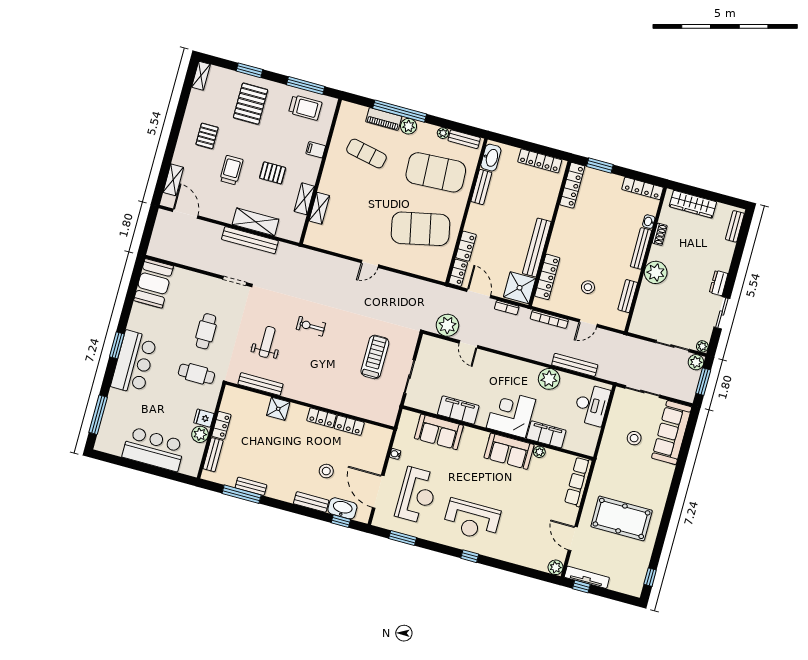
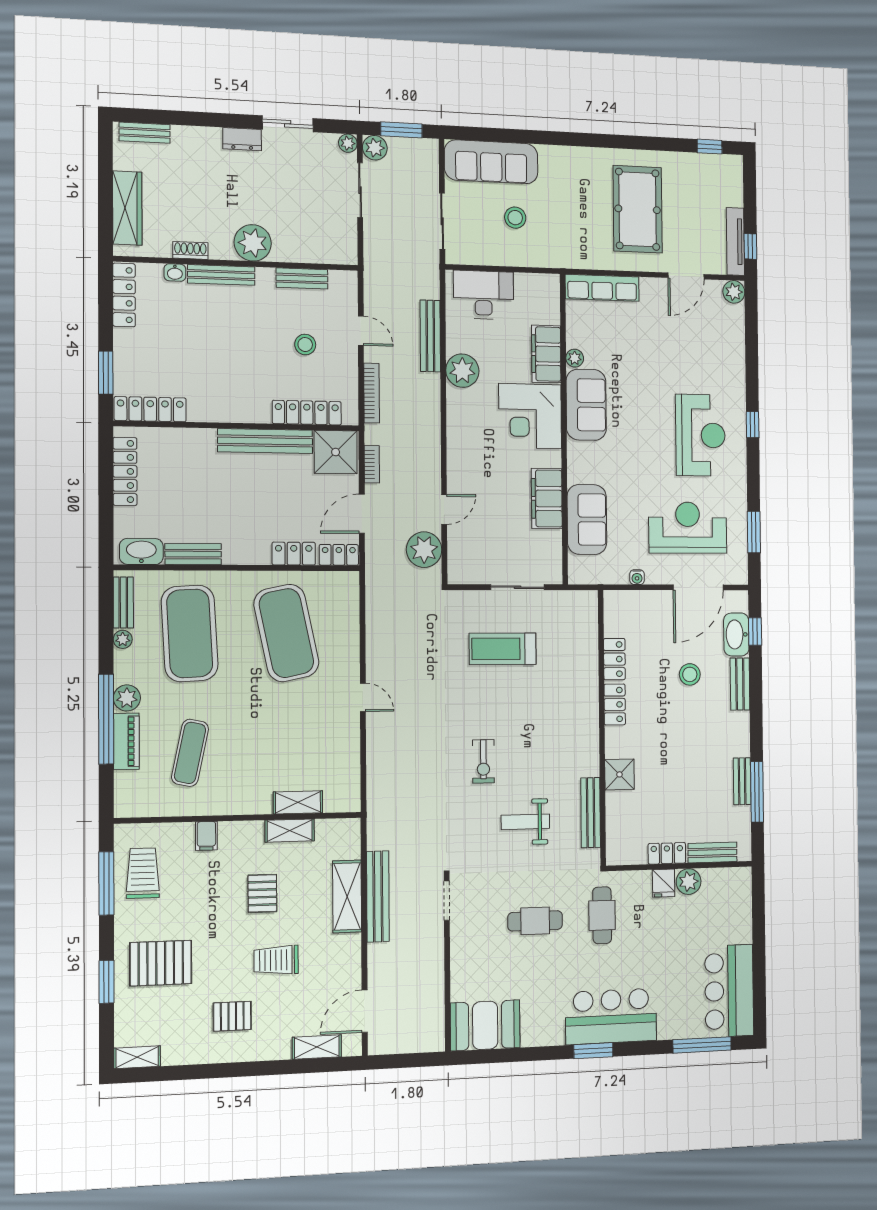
bar counter: (154, 449) -> (729, 991), moved

